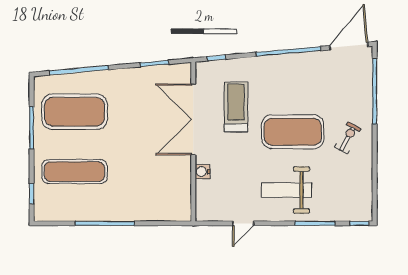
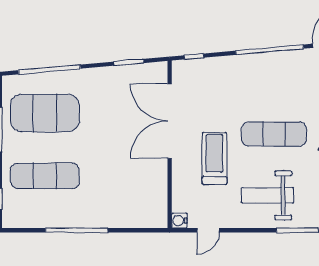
treadmill: (236, 107) -> (214, 159), moved
exercise mat: (293, 132) -> (274, 134), width x0.68
water cooler: (203, 172) -> (179, 221), moved
door: (243, 223) -> (208, 230), moved

